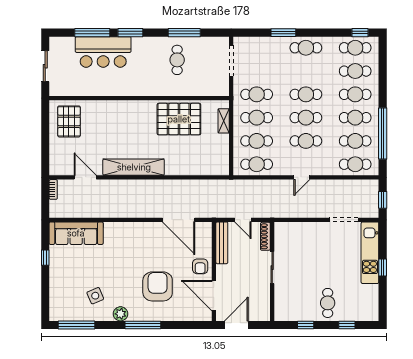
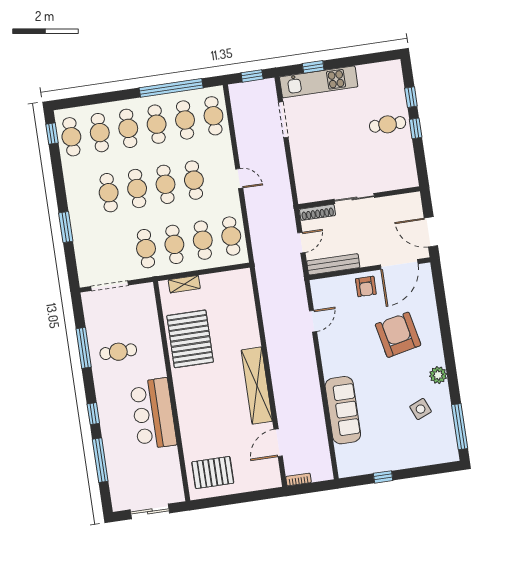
window: (130, 33) -> (93, 414), width x0.67
cafe table: (306, 48) -> (109, 193), moved
bar counter: (103, 52) -> (153, 414), moved, turned 180
door: (179, 220) -> (313, 321), width x0.53
sofa: (76, 233) -> (343, 410), moved
armchair: (200, 266) -> (366, 286), turned 90
window: (383, 268) -> (313, 67), moved
armchair: (158, 286) -> (398, 335), turned 78
window: (143, 325) -> (448, 346), removed
window: (306, 325) -> (416, 128), moved

